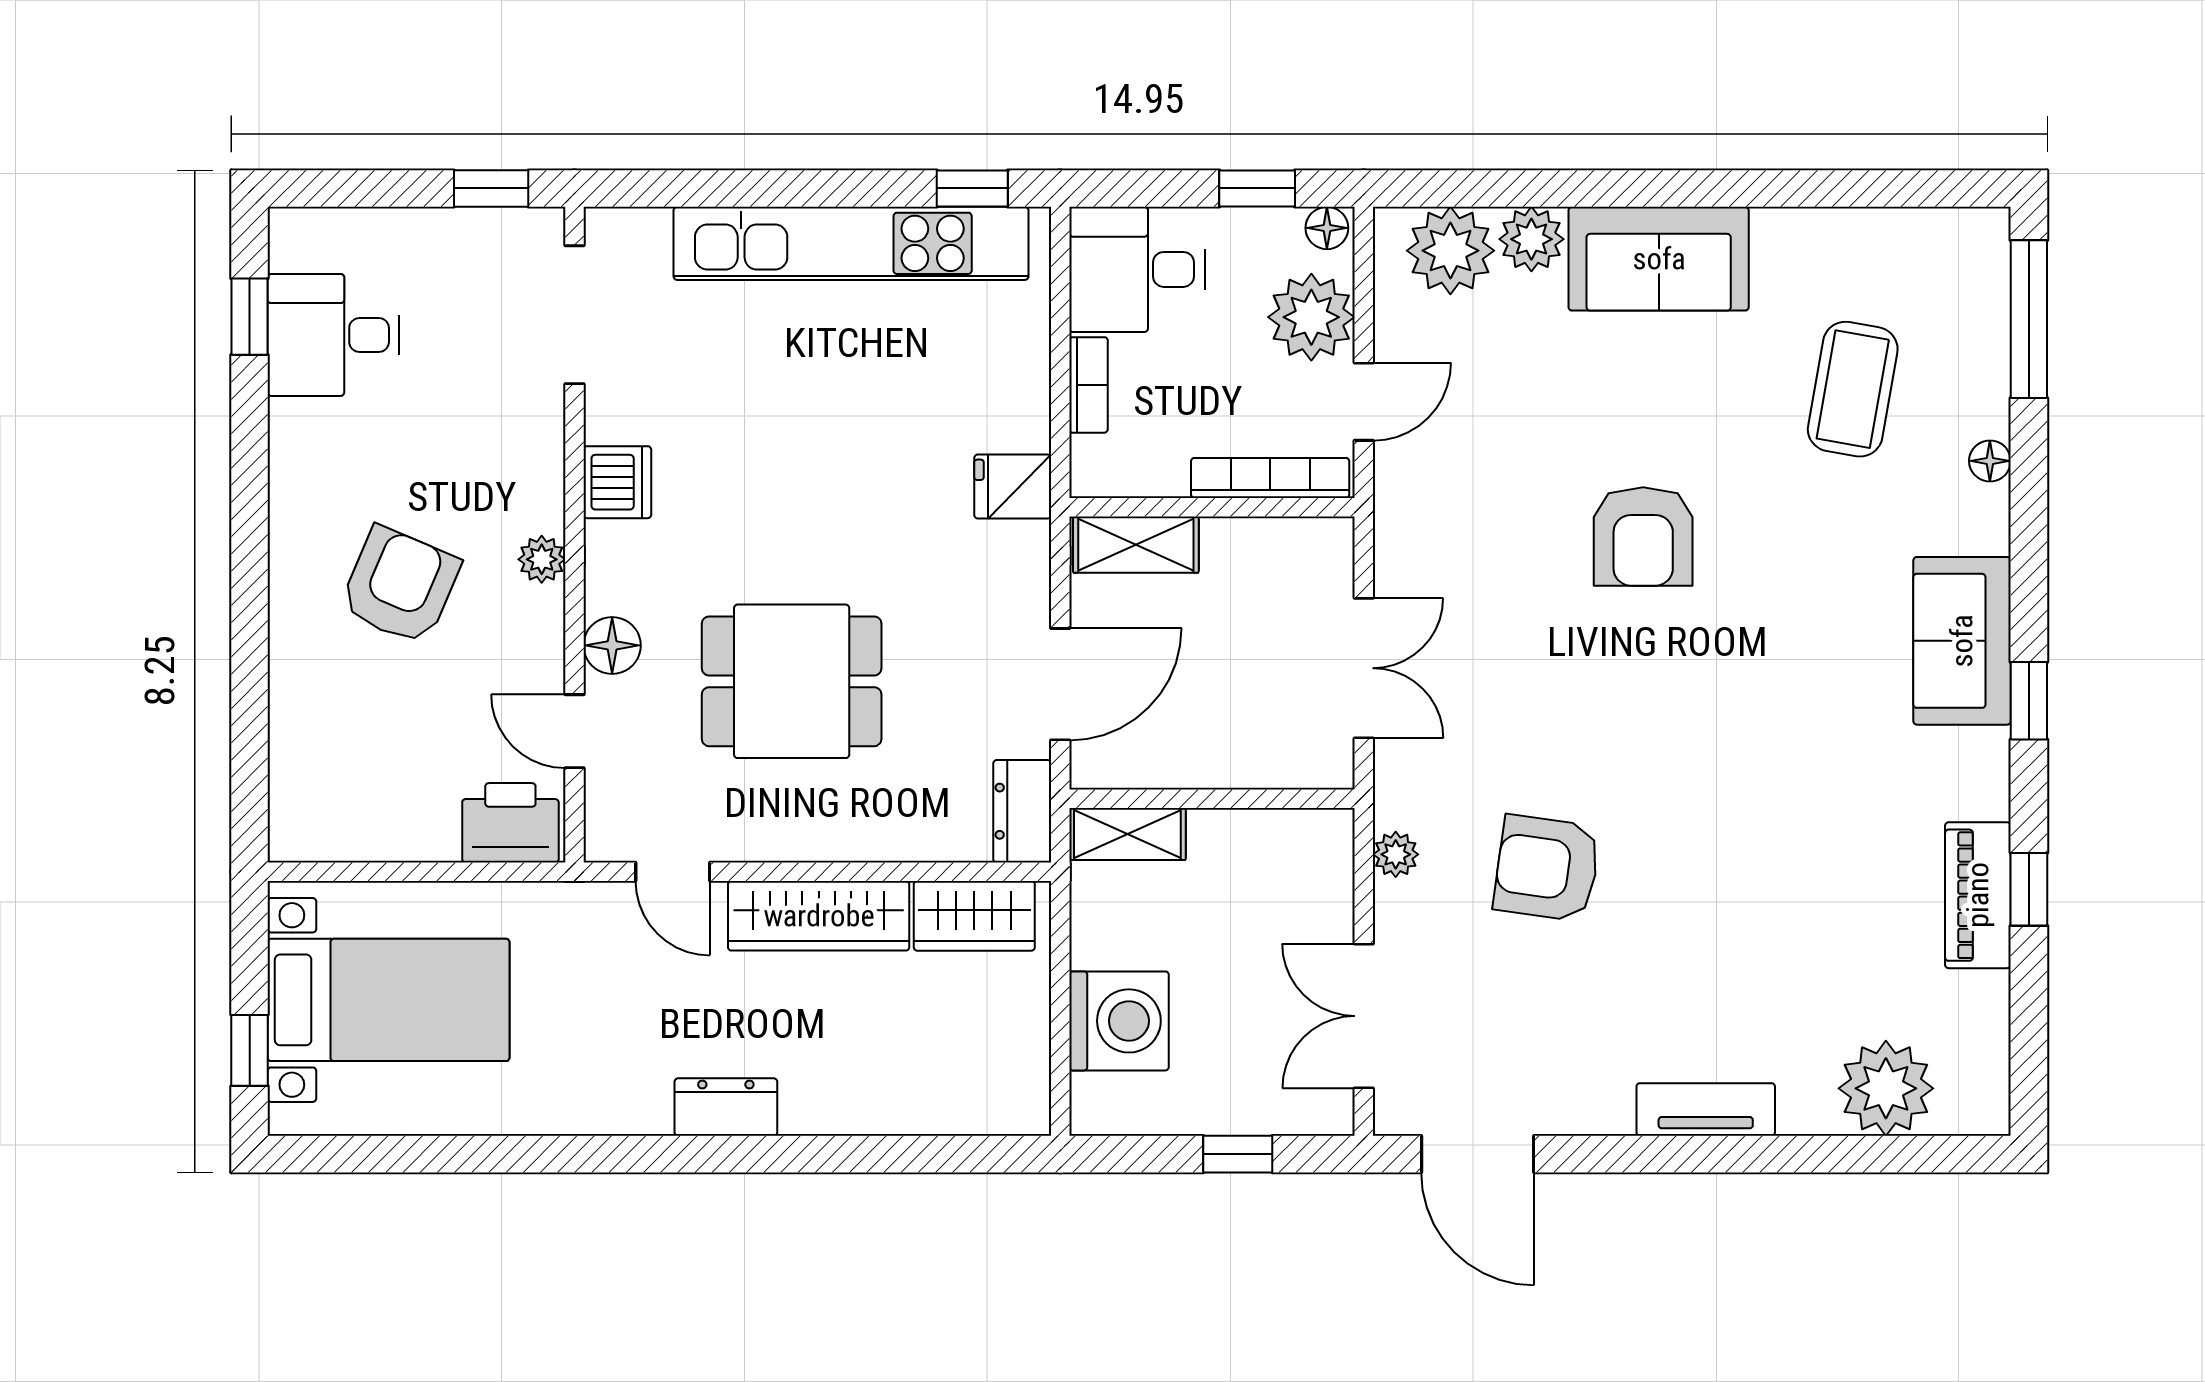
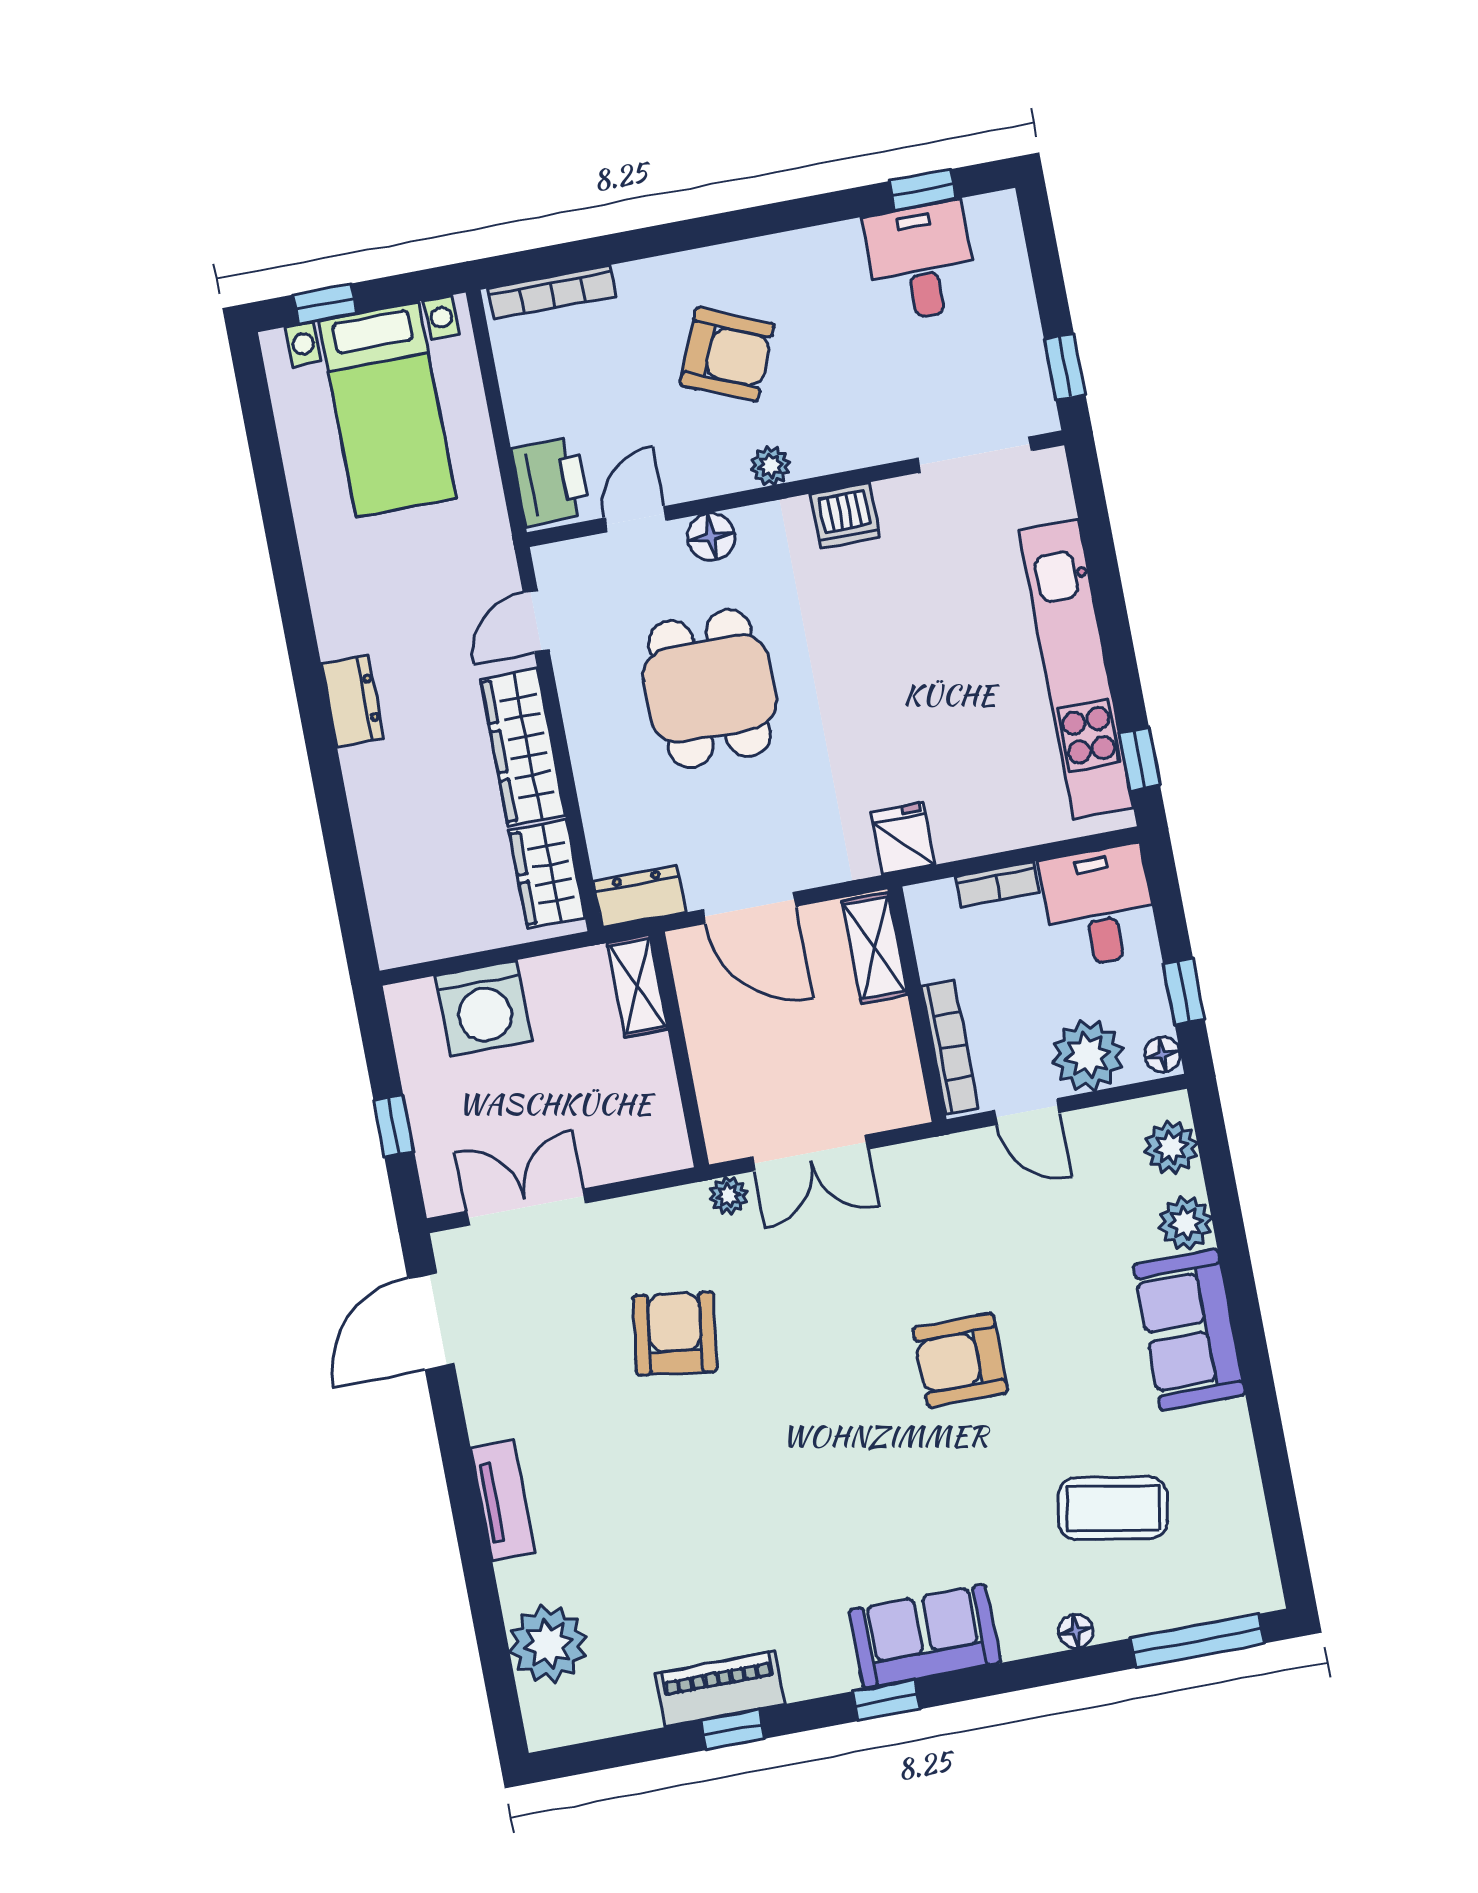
plant: (1450, 251) -> (1171, 1147), width x0.73, depth x0.73
bookcase: (287, 779) -> (552, 292), added
plant: (1396, 854) -> (728, 1195), moved

